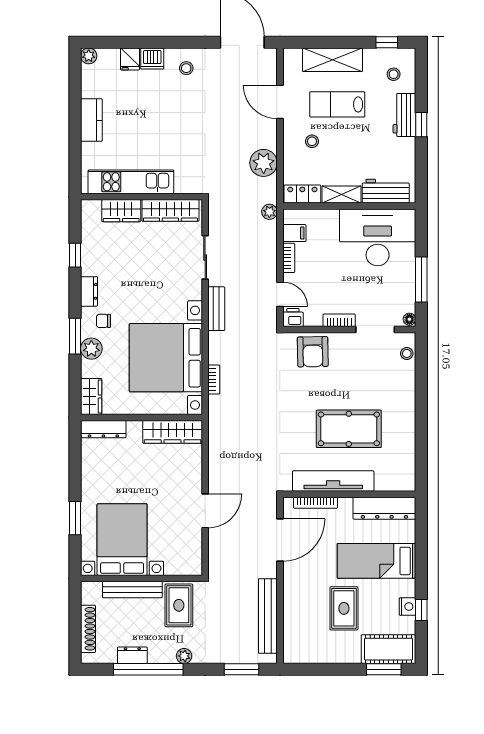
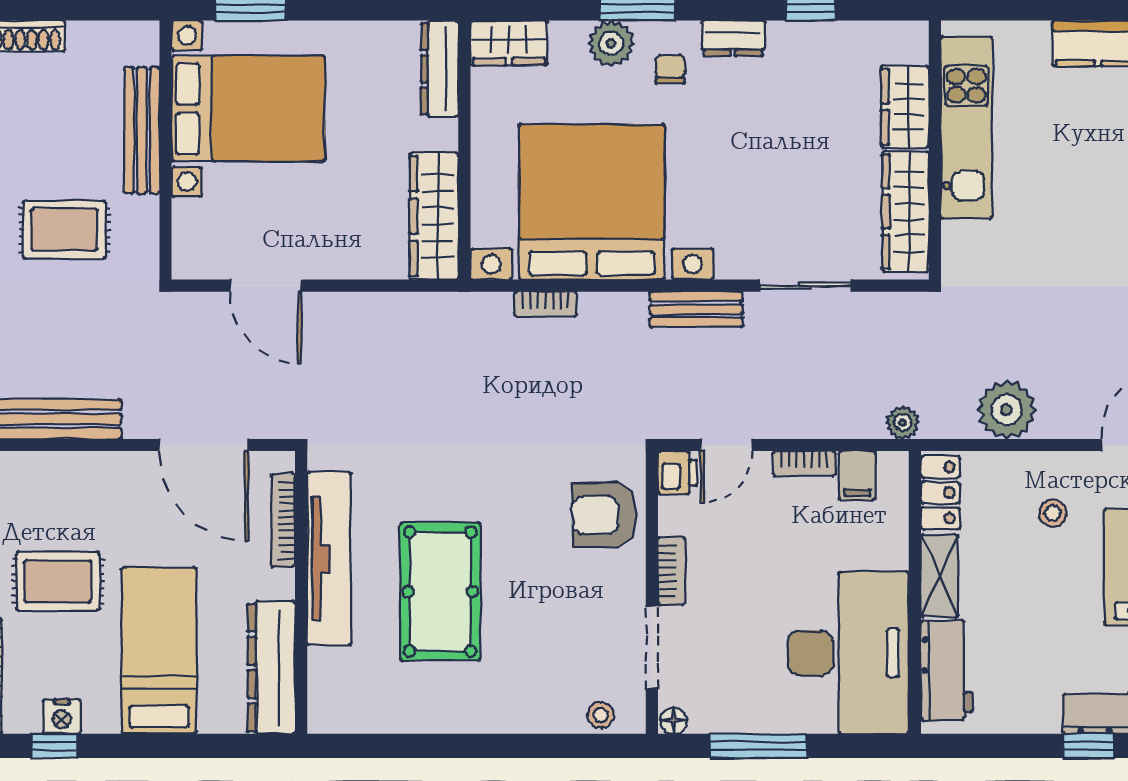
bed with nightstands: (122, 540) -> (248, 109), moved
wall: (141, 578) -> (166, 150), moved
bench: (132, 590) -> (142, 130), moved

